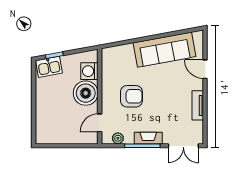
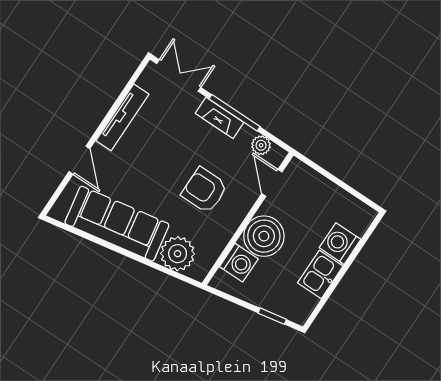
plant: (124, 55) -> (178, 254), added
kitchen sink: (49, 67) -> (320, 275), moved, turned -80
tv unit: (198, 105) -> (122, 117), width x1.41
washing machine: (45, 115) -> (340, 244), added
door: (100, 123) -> (272, 183), swing flipped

